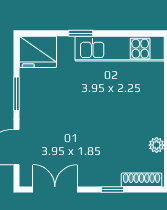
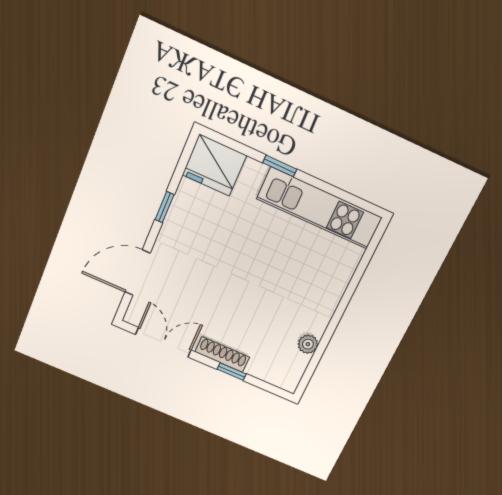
window: (17, 94) -> (165, 207), width x0.67
shoe rack: (142, 180) -> (222, 355), moved

